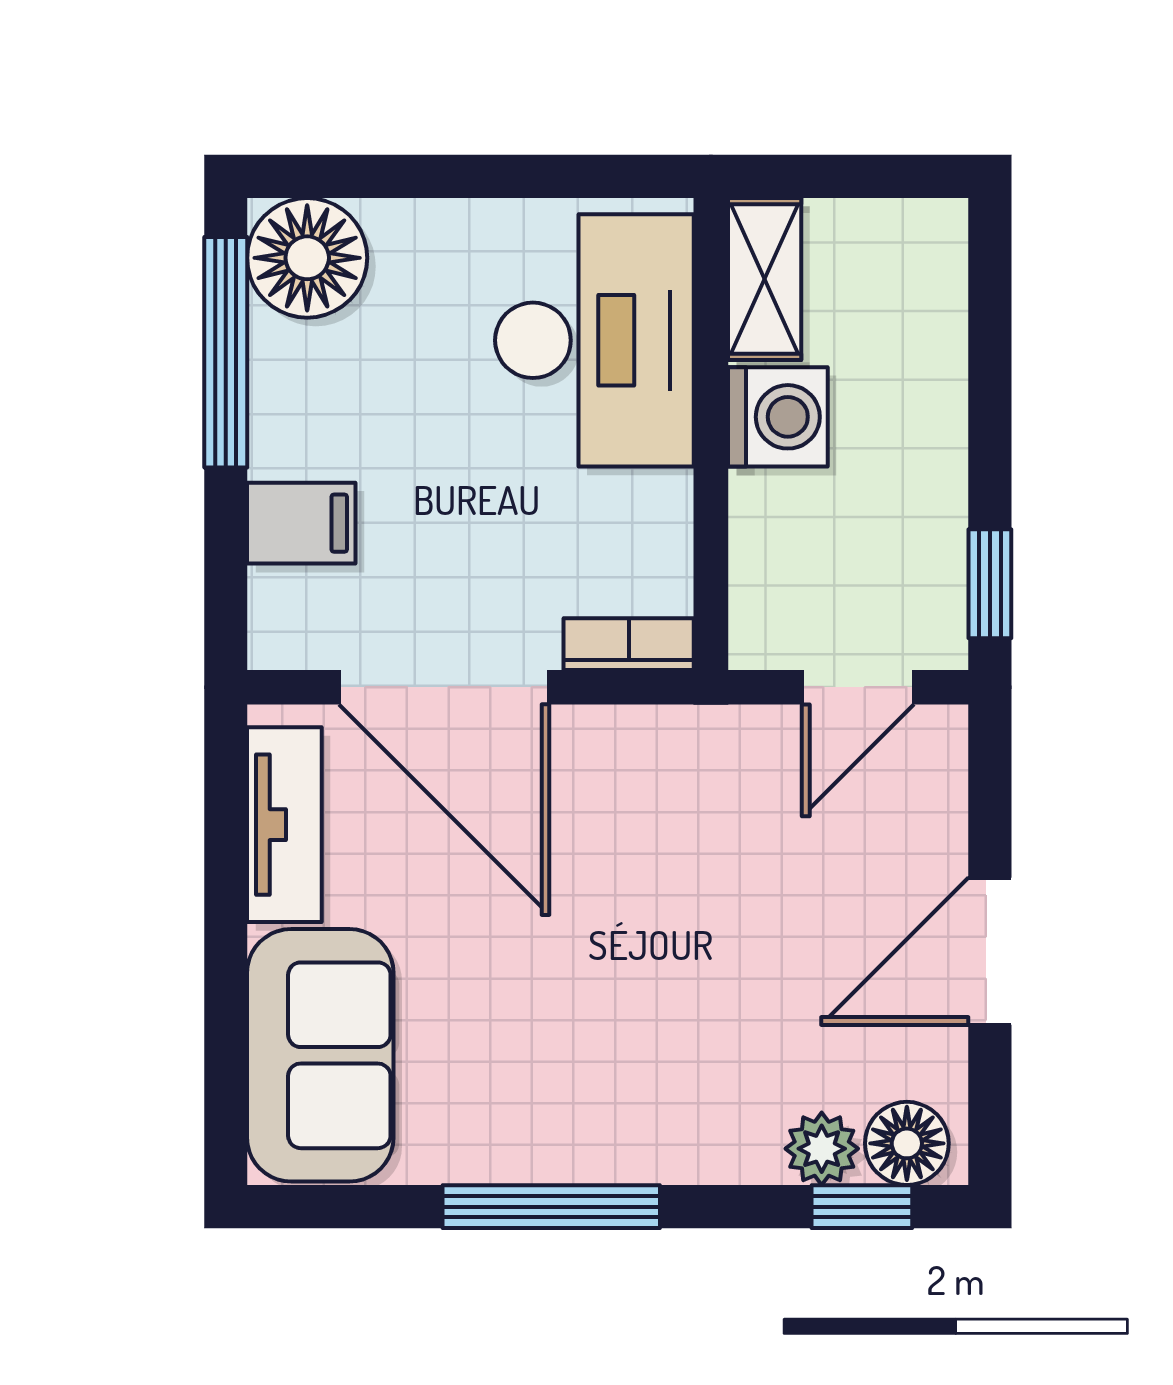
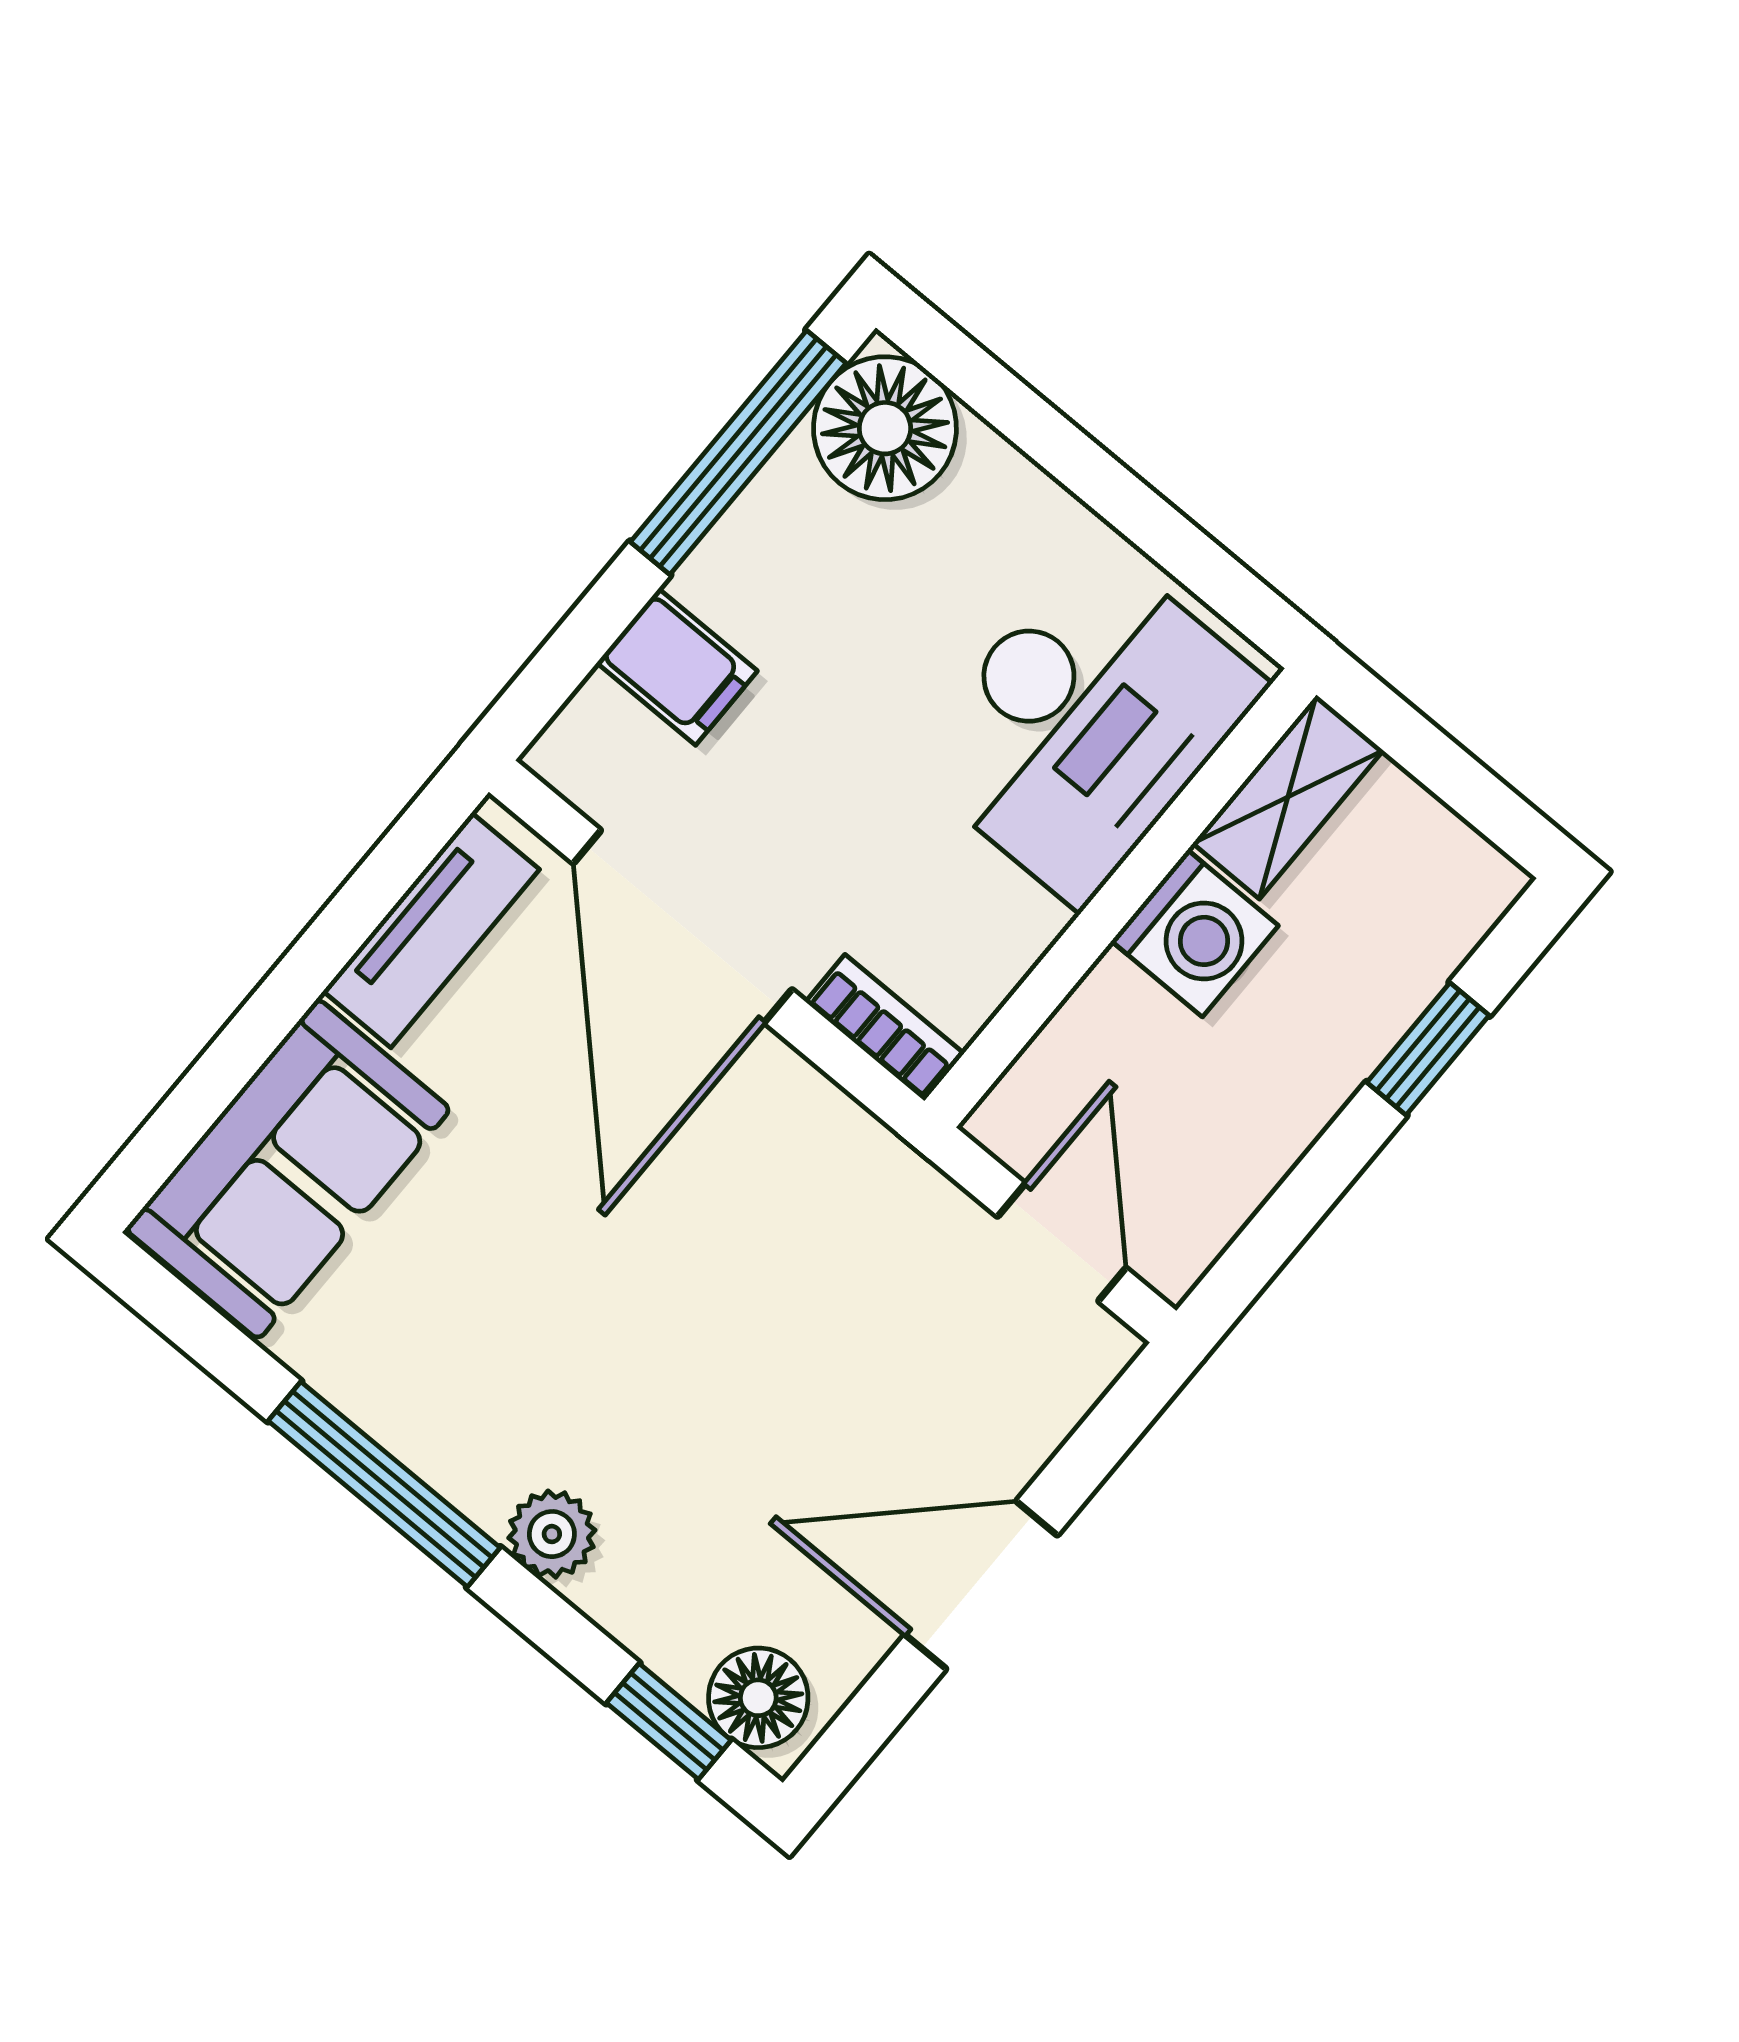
window: (990, 584) -> (1428, 1049), moved
door: (858, 687) -> (1062, 1242), swing flipped
plant: (822, 1149) -> (552, 1534), moved

